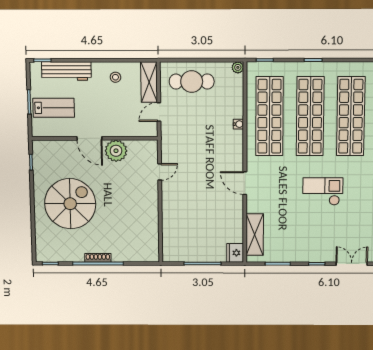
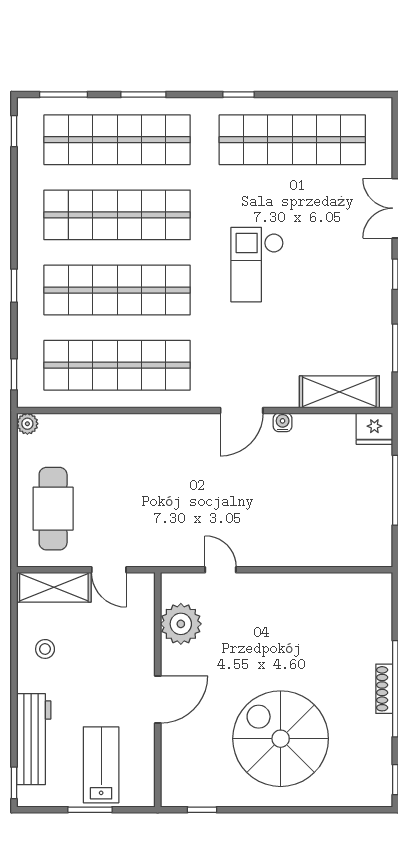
water cooler: (239, 124) -> (283, 422), moved
plant: (116, 151) -> (181, 624), moved

